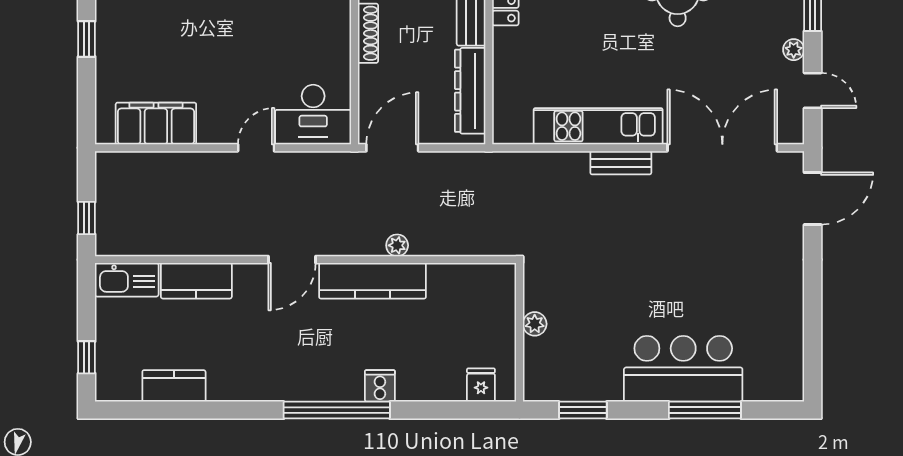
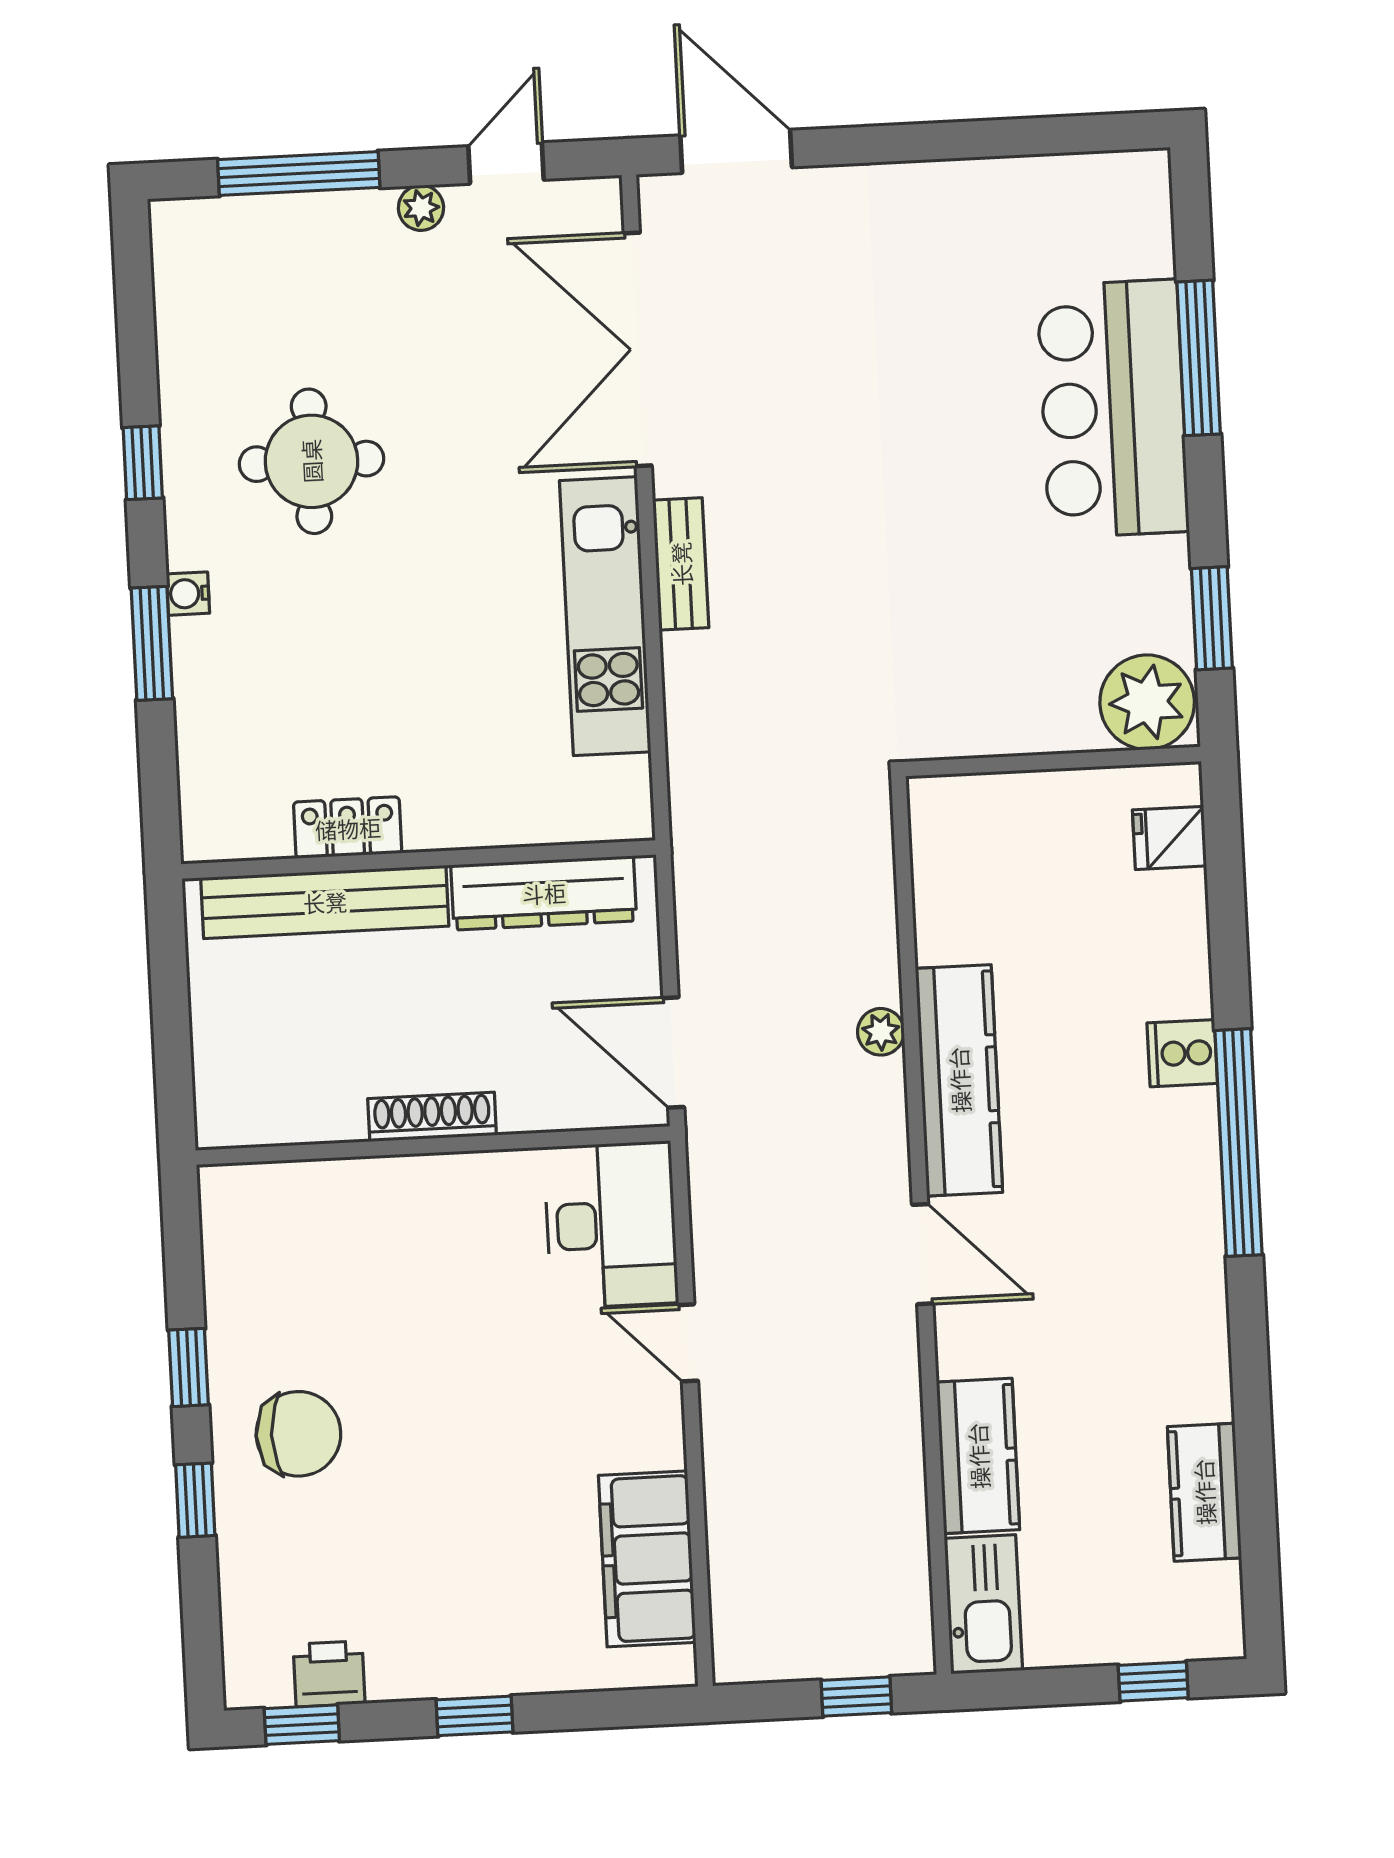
plant: (535, 324) -> (1147, 702), moved, width x1.88, depth x1.88

